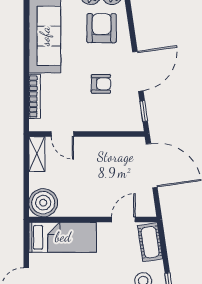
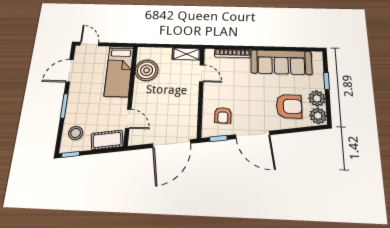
armchair: (101, 84) -> (223, 115), moved
door: (62, 134) -> (202, 73), swing flipped
boiler: (43, 203) -> (147, 70), moved

